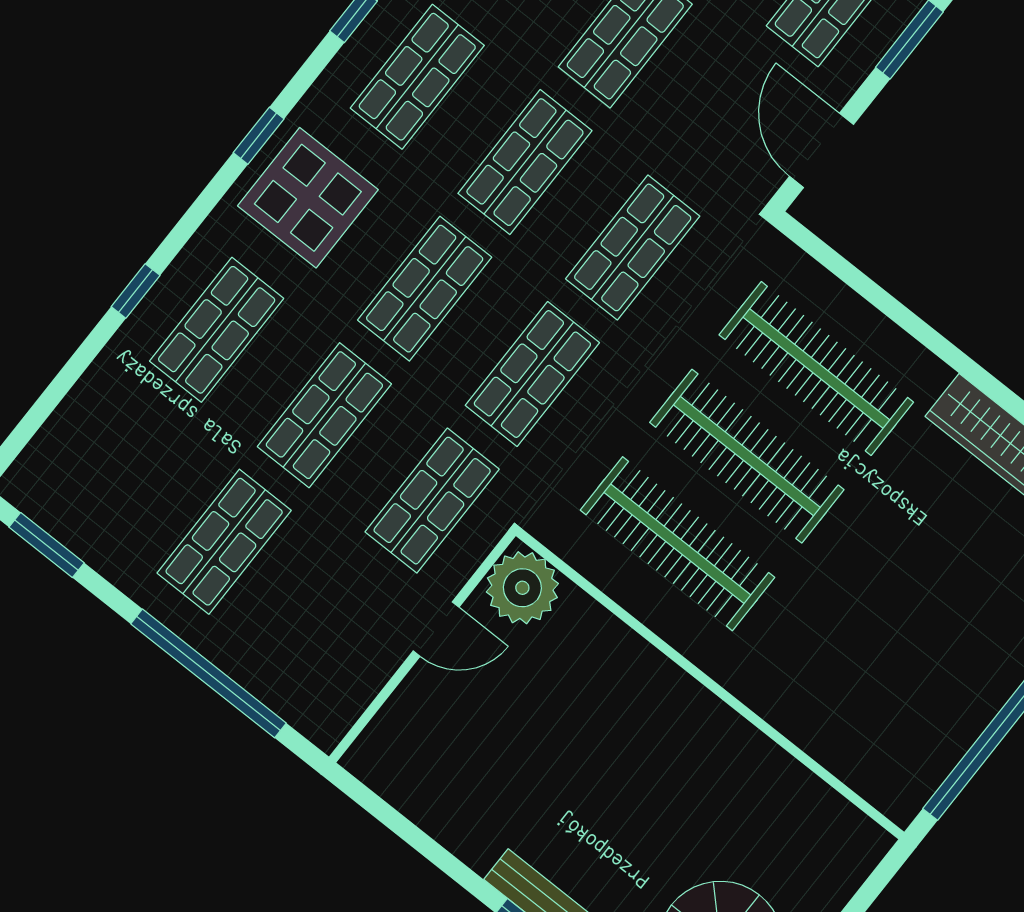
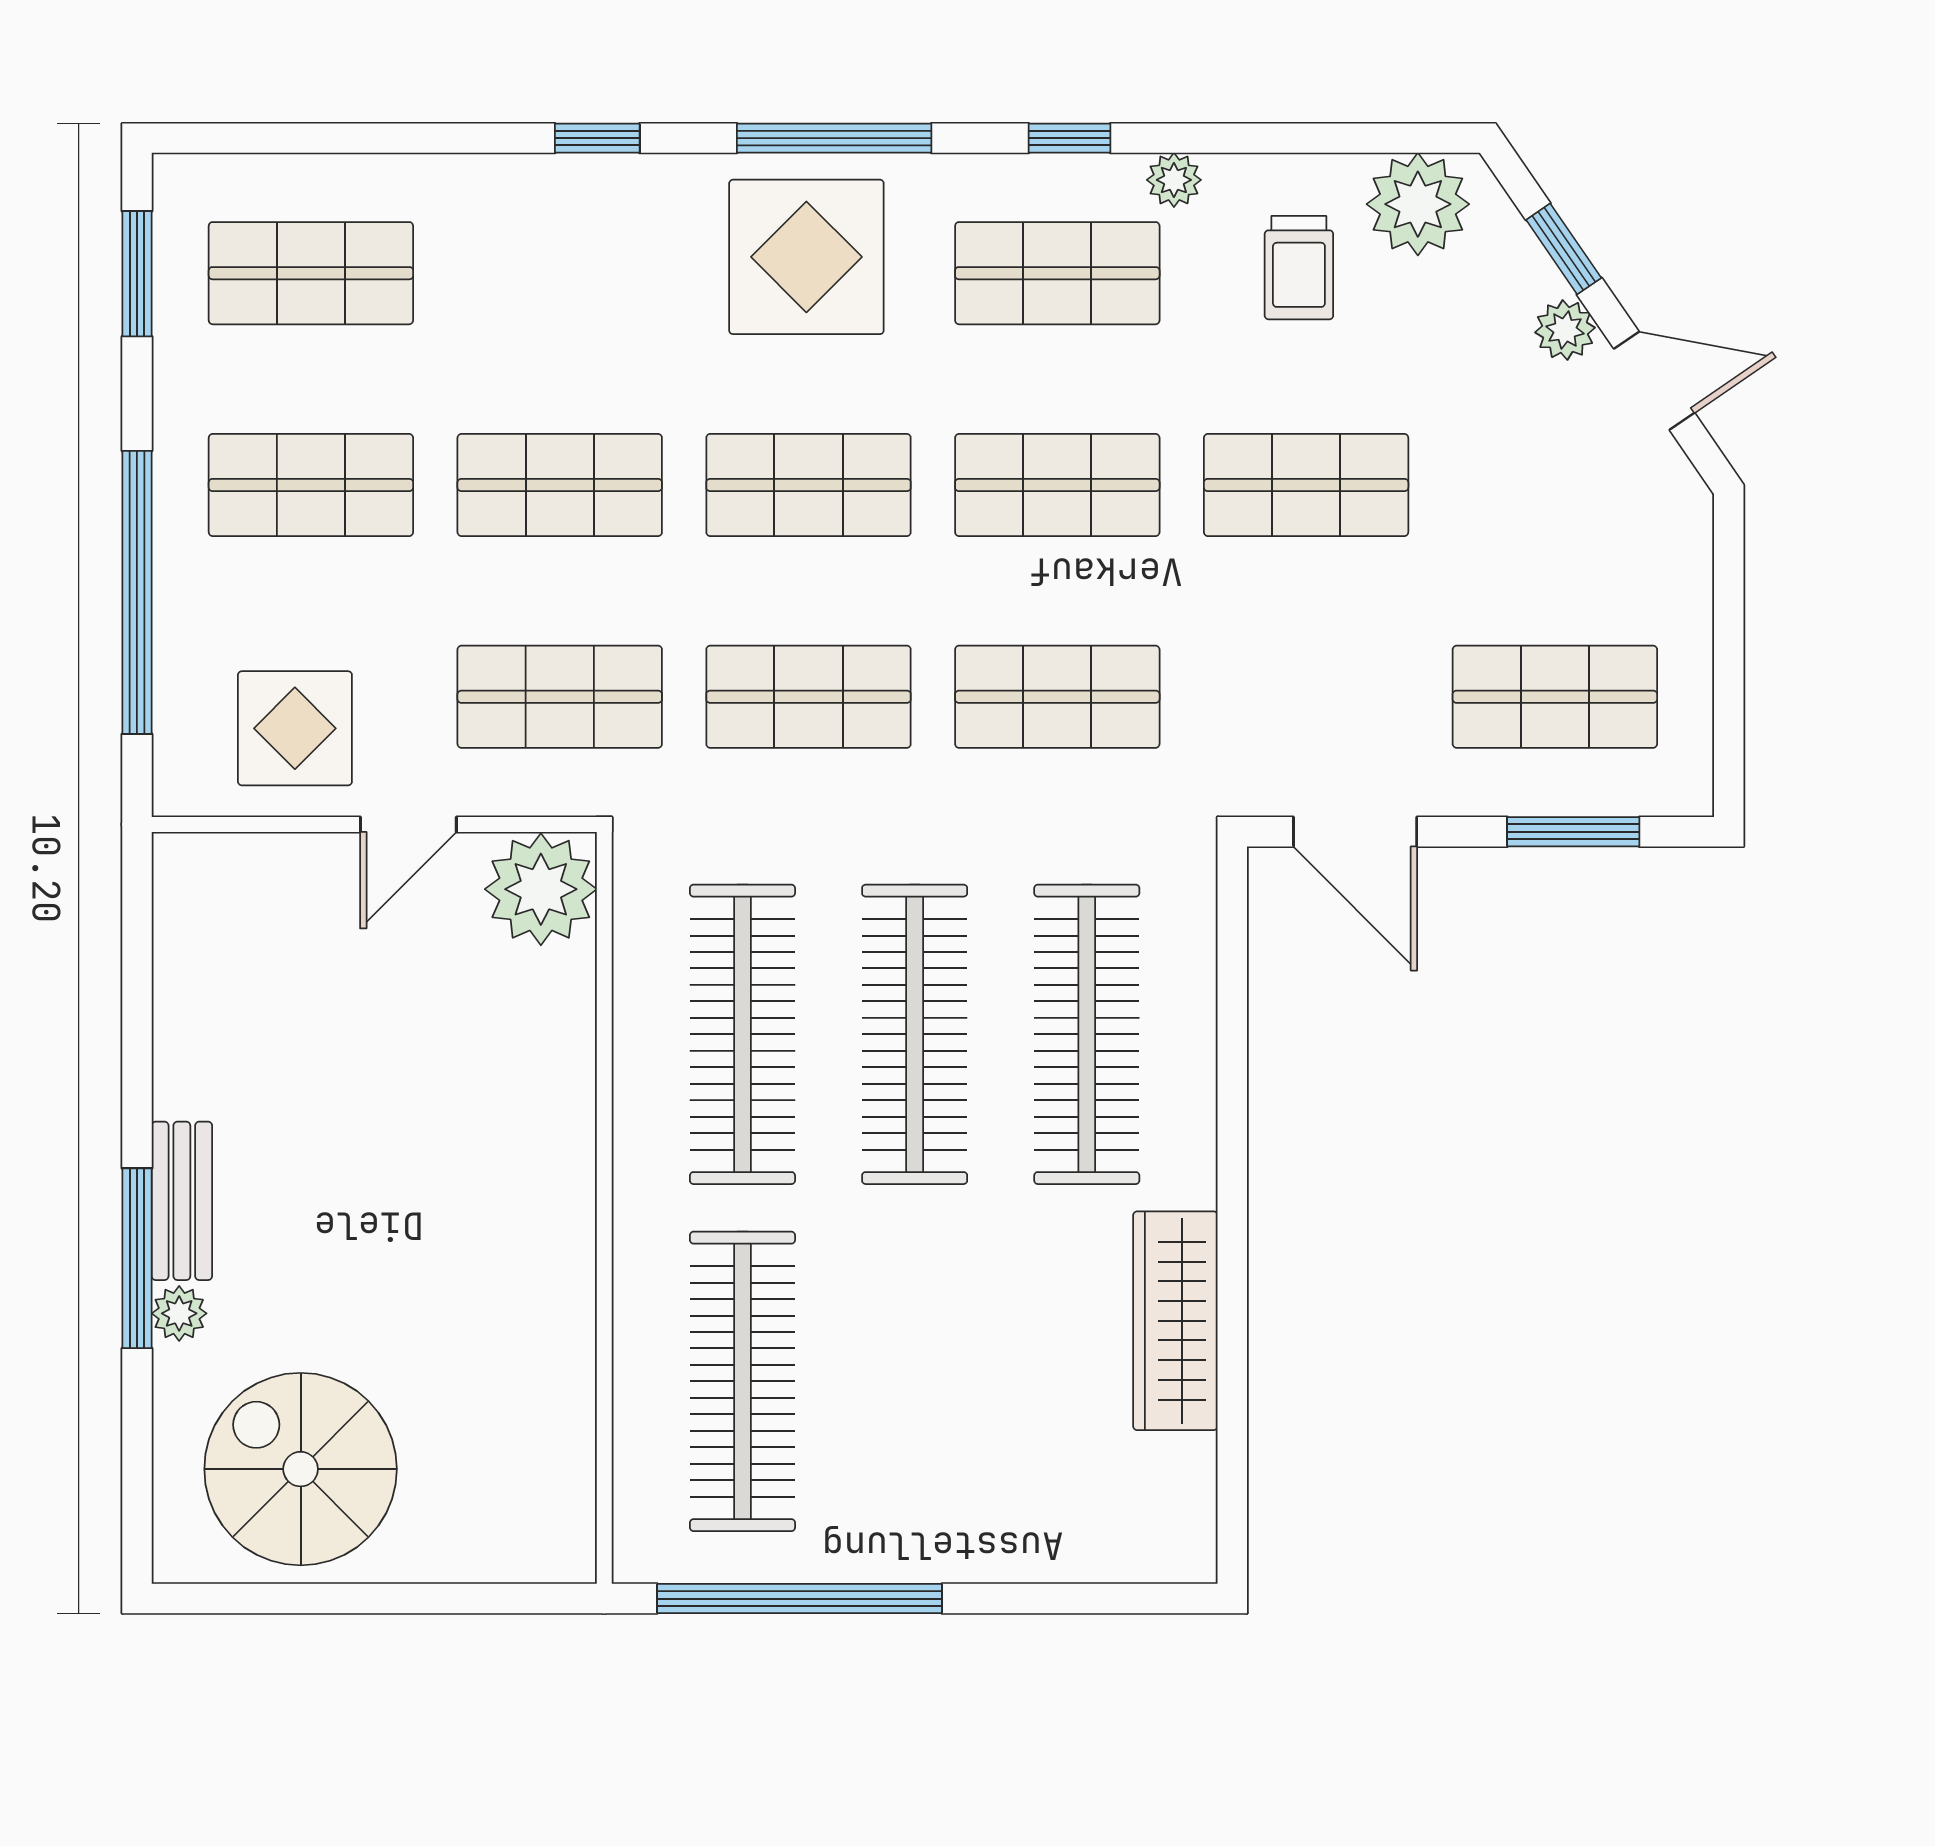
window: (259, 136) -> (834, 138), width x2.17
door: (821, 150) -> (1355, 832), swing flipped
window: (136, 291) -> (597, 138), moved
shop shelf: (217, 330) -> (311, 273), moved
door: (436, 629) -> (408, 824), hinge flipped
display table: (341, 648) -> (295, 728), added
clothes rail: (854, 684) -> (742, 1381), added

